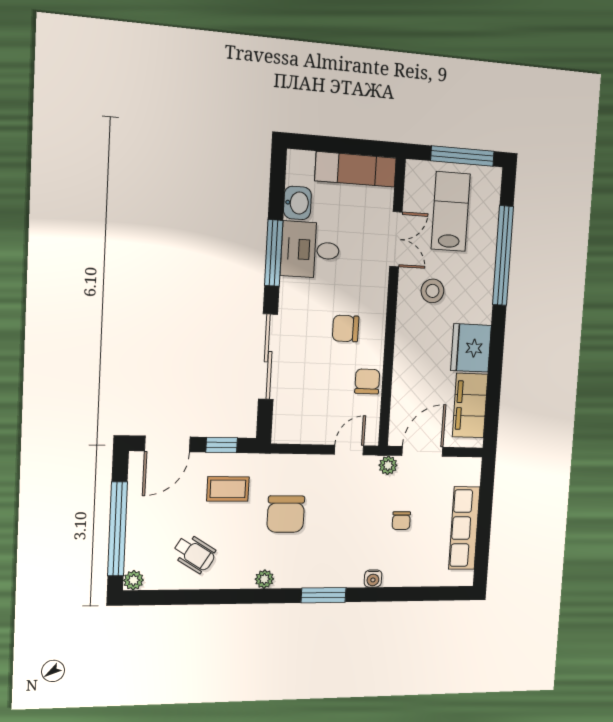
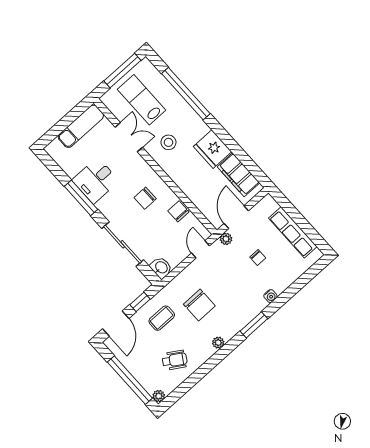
washbasin: (297, 203) -> (161, 268), moved

